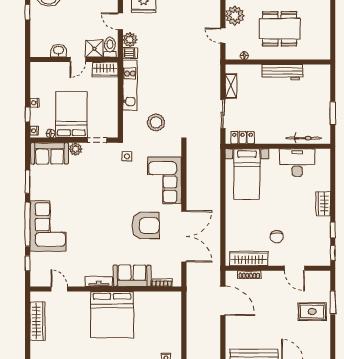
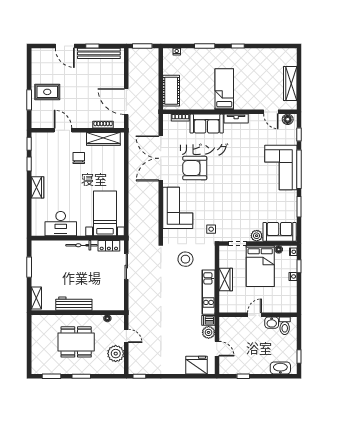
toilet: (110, 47) -> (285, 326), moved
shower: (94, 49) -> (240, 324), removed
wardrobe: (105, 69) -> (226, 280), moved, turned 90
shelving: (231, 86) -> (36, 298), moved
bicycle: (304, 138) -> (82, 245), moved
floor lamp: (40, 281) -> (288, 119), added
cot: (172, 313) -> (171, 91), added
bed: (112, 315) -> (224, 89), width x0.49

